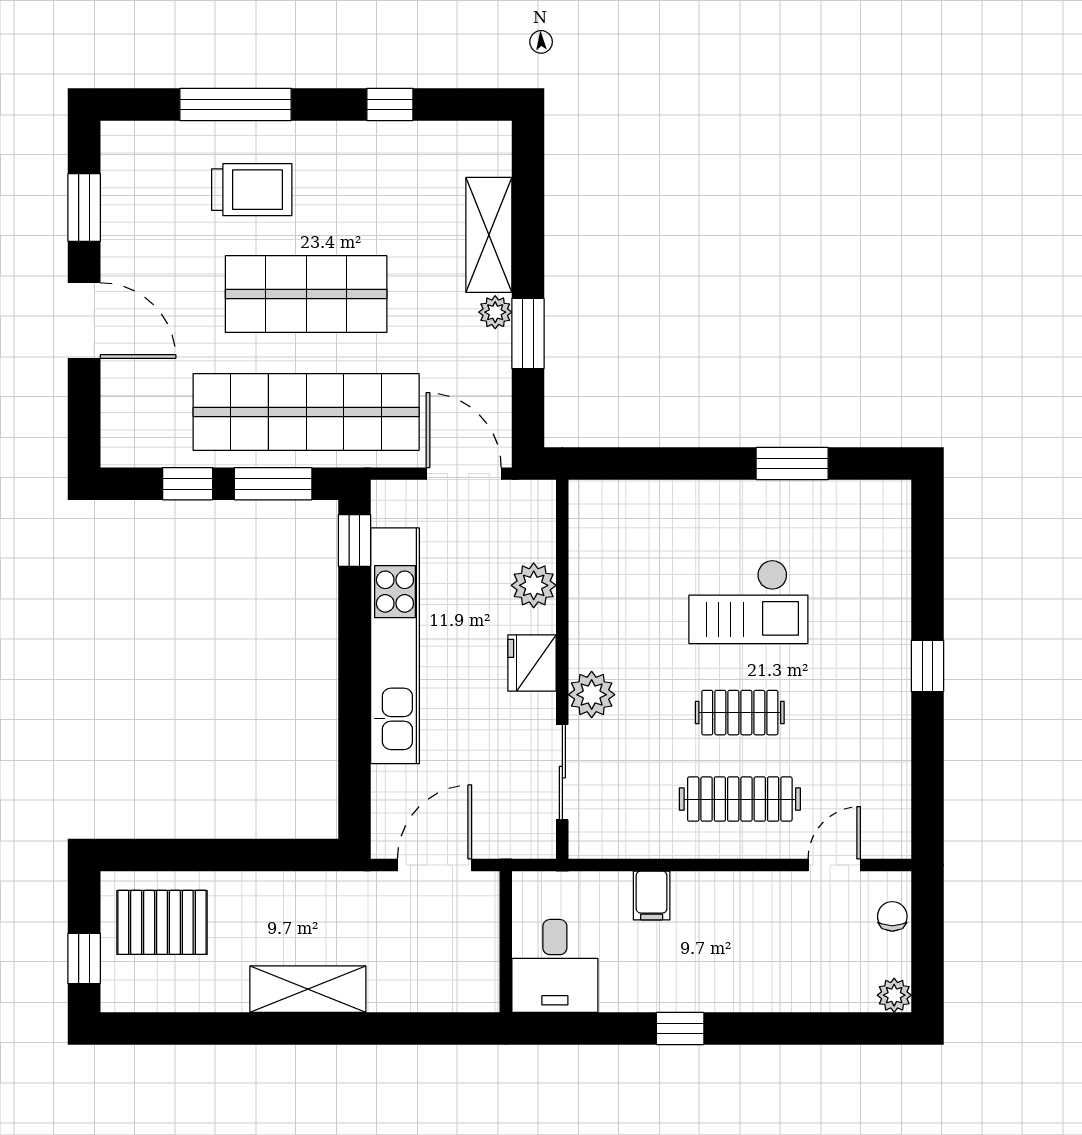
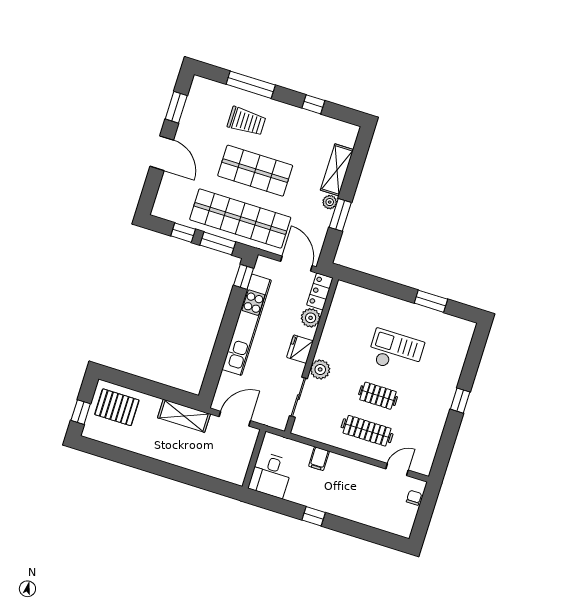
locker: (536, 520) -> (320, 291), added
checkout: (748, 602) -> (396, 352), turned 180
shelving: (308, 989) -> (184, 416), moved
plant: (894, 995) -> (405, 530), removed

